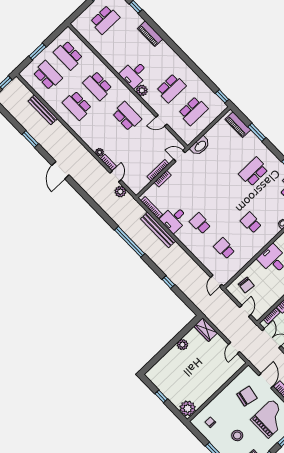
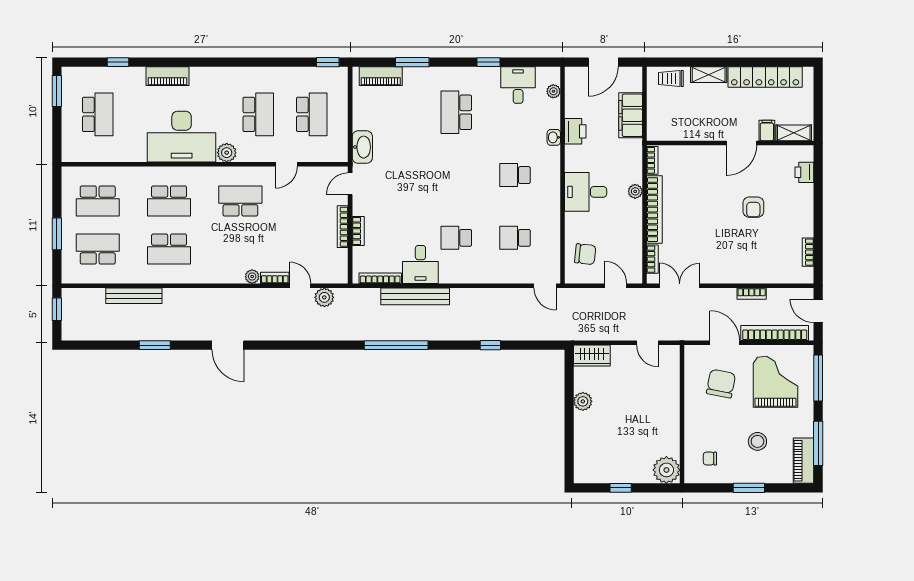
desk: (134, 74) -> (182, 137), width x1.87, depth x1.30

